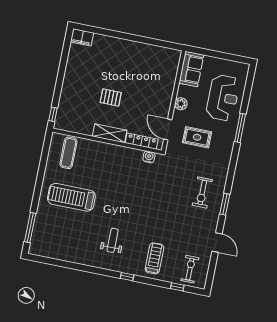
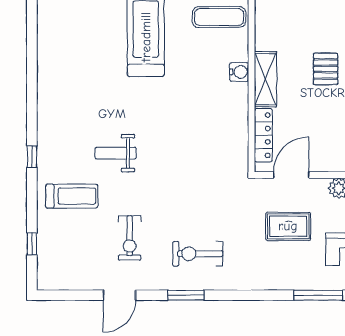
rug: (197, 137) -> (288, 226), turned 90
water cooler: (149, 157) -> (239, 72), moved
weight bench: (113, 240) -> (116, 153), moved, turned 180
exercise bike: (190, 269) -> (130, 238), moved, turned 90

